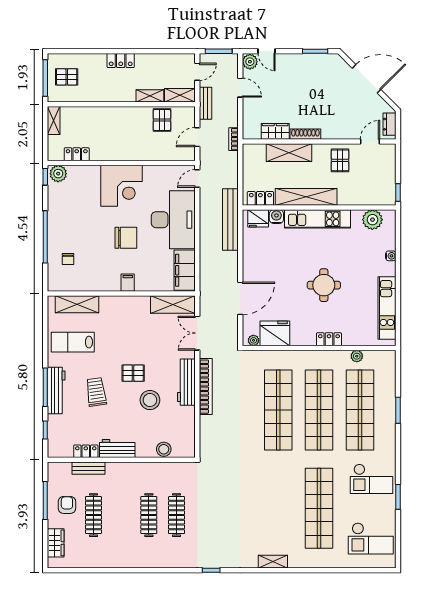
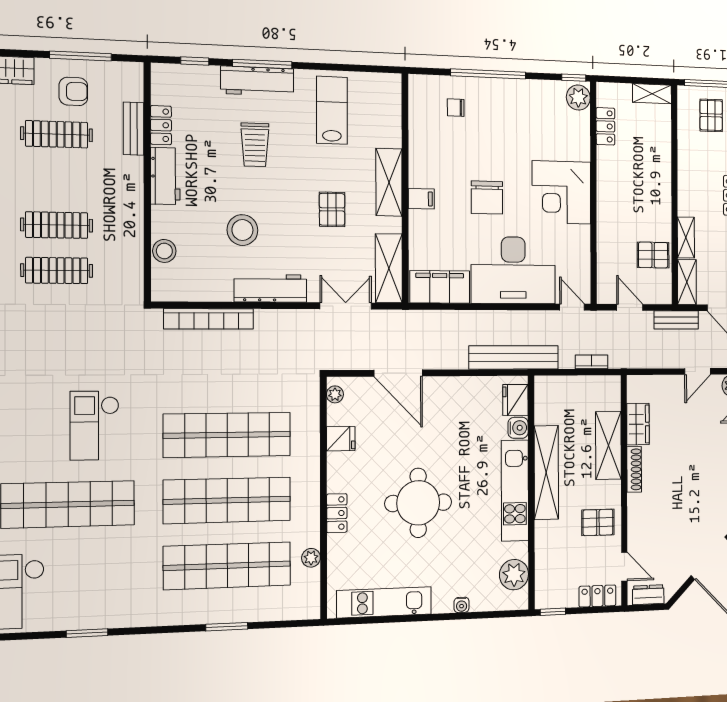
bookcase: (233, 139) -> (592, 362), moved
locker: (260, 198) -> (597, 596), moved, turned -90
round table: (324, 285) -> (418, 503), width x1.36, depth x1.36
shelving: (77, 304) -> (389, 182), moved
fridge: (275, 333) -> (341, 439), width x0.53, depth x0.75
pallet: (133, 373) -> (332, 209), moved
bookcase: (206, 387) -> (209, 319), moved
trolley: (96, 392) -> (255, 145), turned 98
checkout: (372, 479) -> (94, 425), moved

